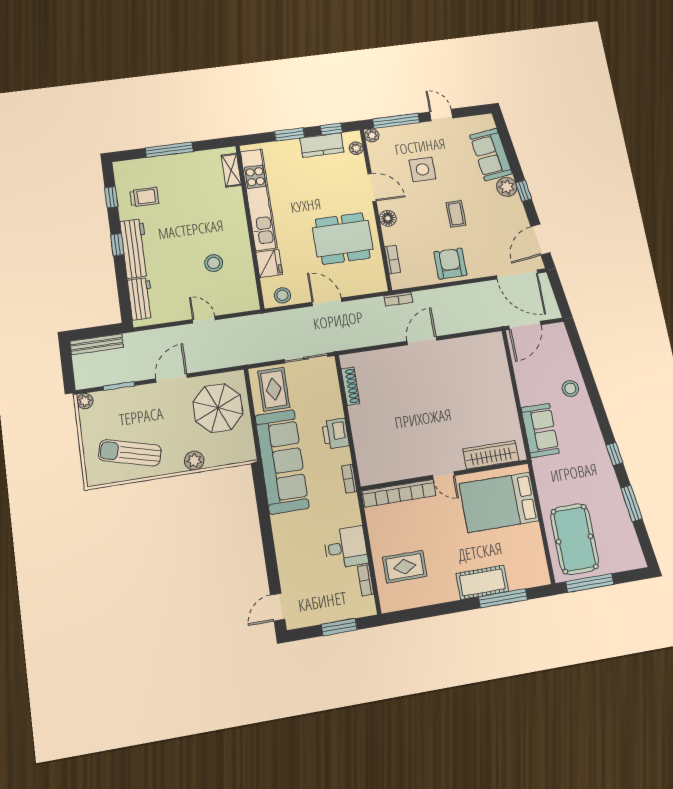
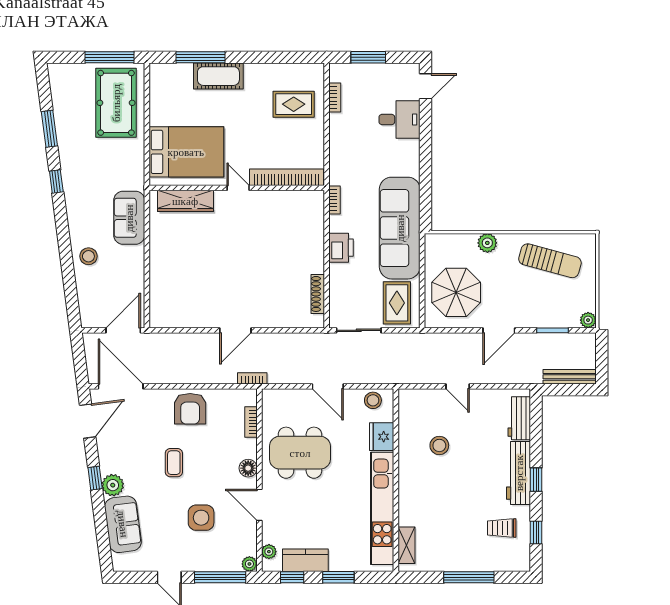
desk: (346, 547) -> (400, 119), moved, turned 180

